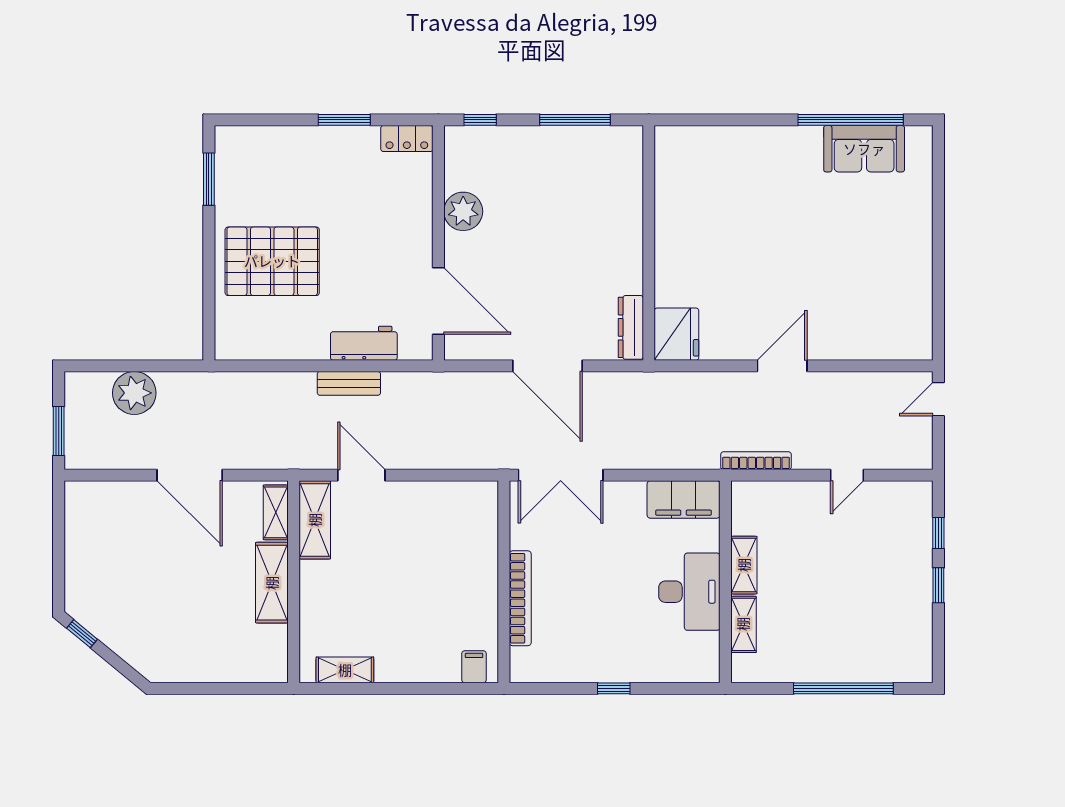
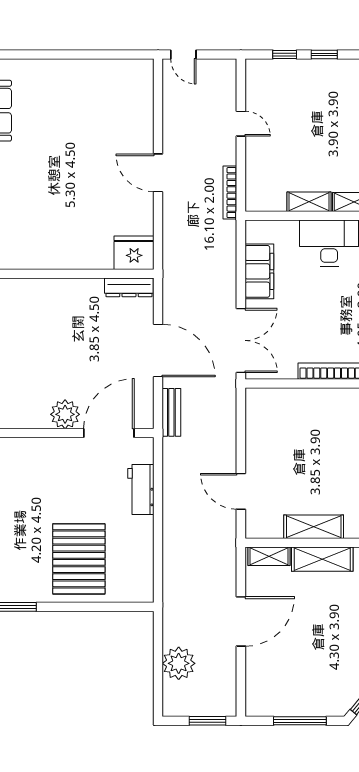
plant: (463, 211) -> (65, 414), moved
door: (547, 366) -> (158, 351), hinge flipped
bench: (349, 383) -> (171, 412), moved
door: (361, 475) -> (241, 491), hinge flipped
filing cabinet: (684, 499) -> (259, 271), moved
shelving: (315, 520) -> (314, 527), moved
window: (59, 553) -> (300, 721), added

